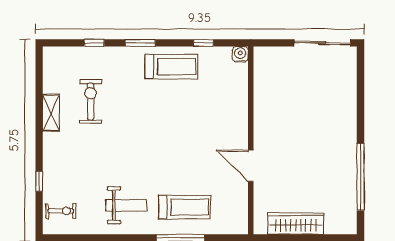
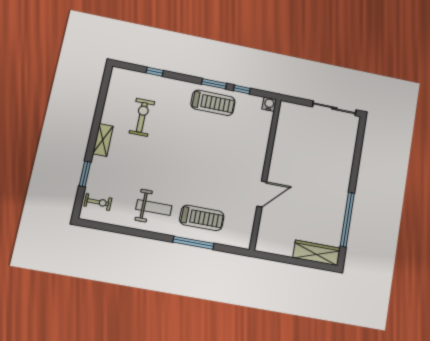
window: (140, 43) -> (214, 84), moved
shelving: (51, 113) -> (103, 140), moved
door: (251, 166) -> (262, 194), swing flipped
window: (39, 181) -> (85, 174), width x1.50
wardrobe: (296, 224) -> (317, 253), moved

